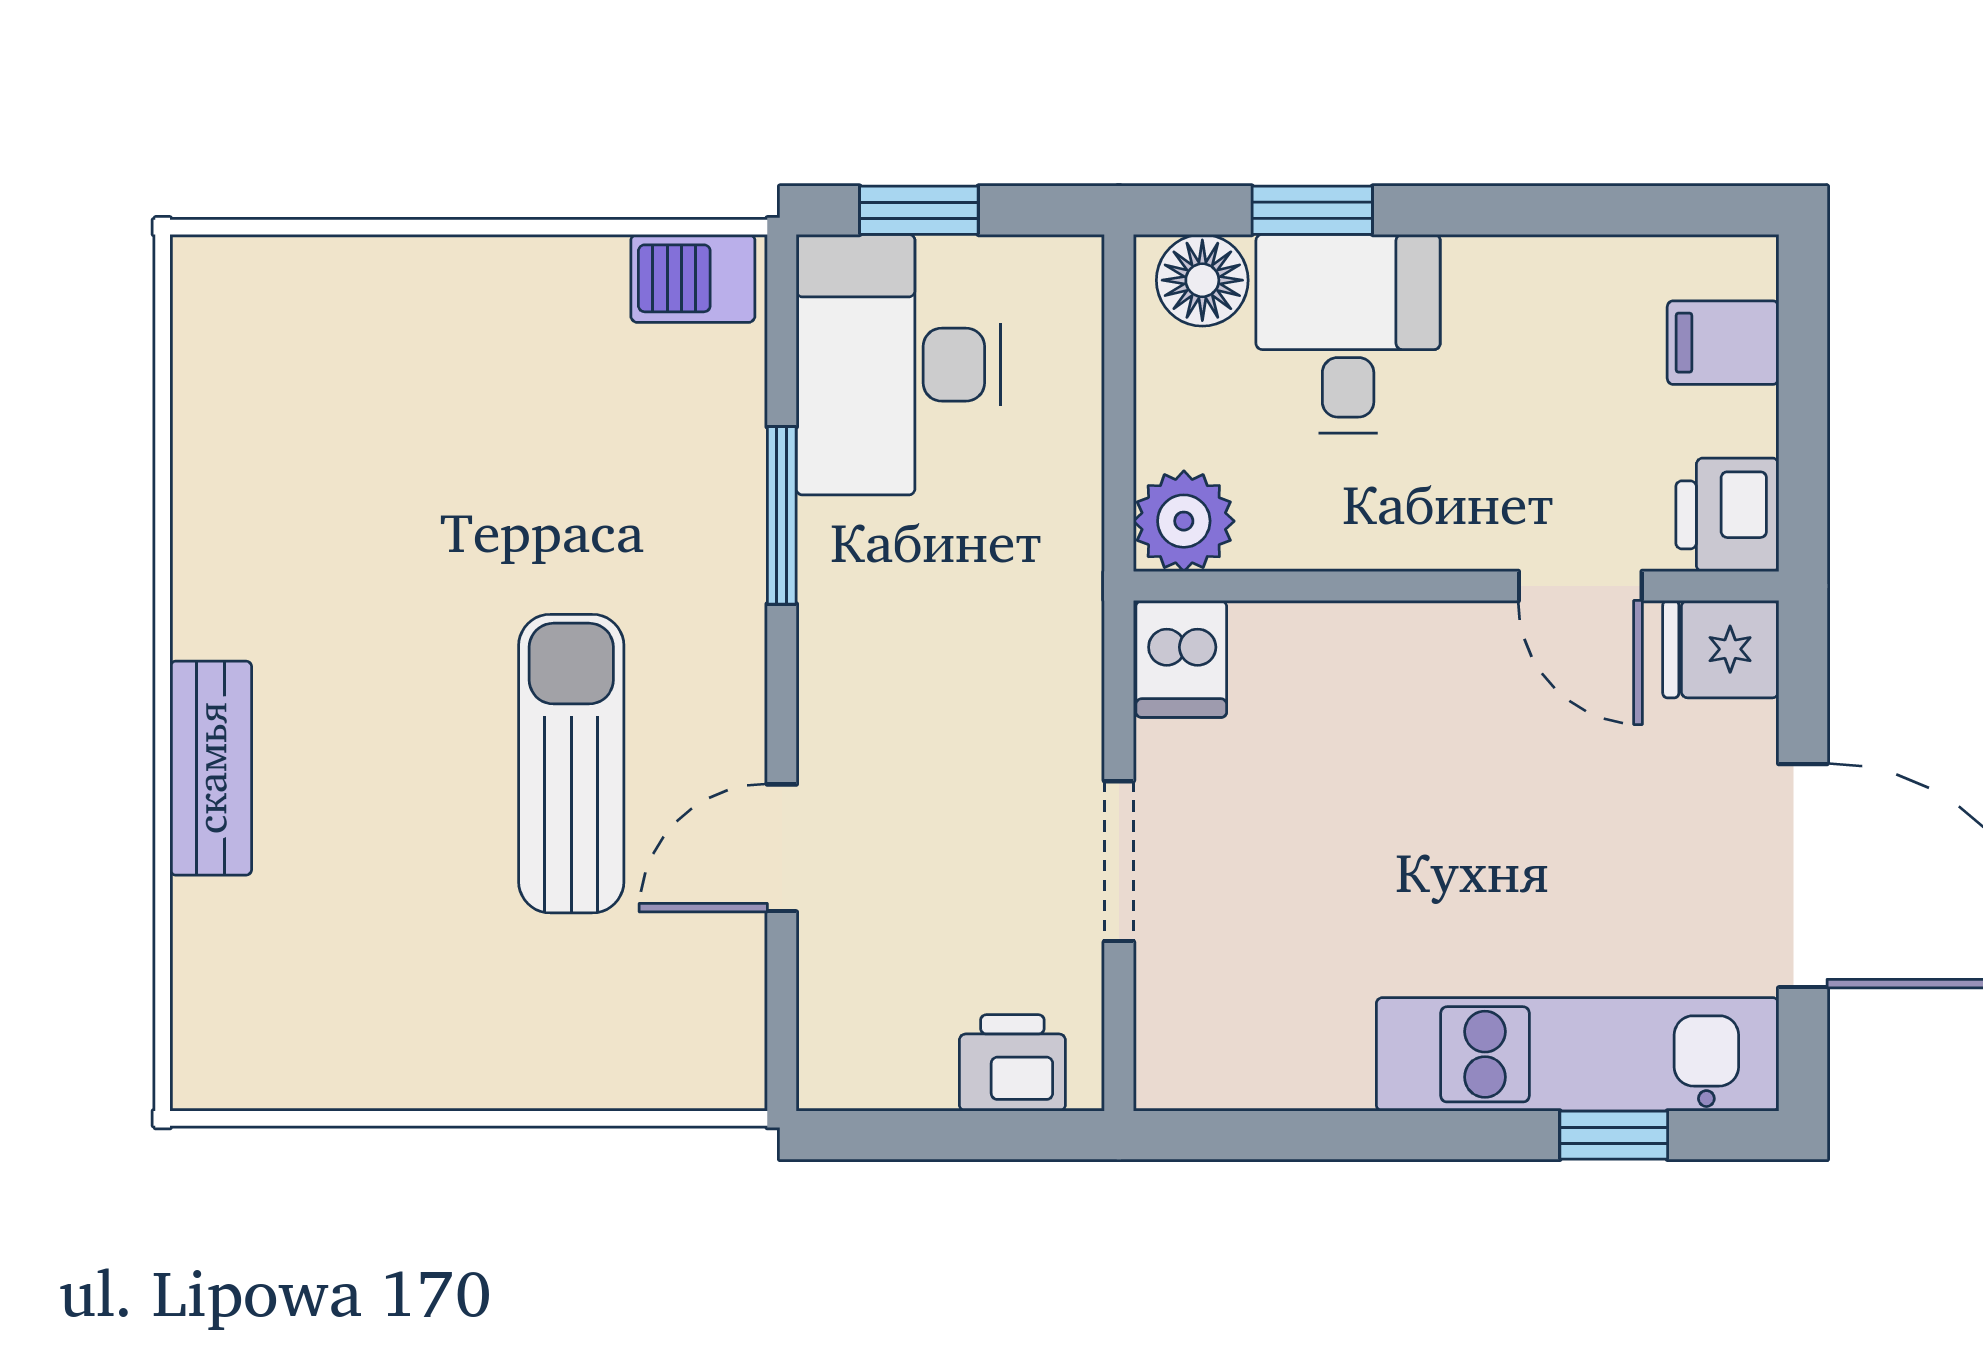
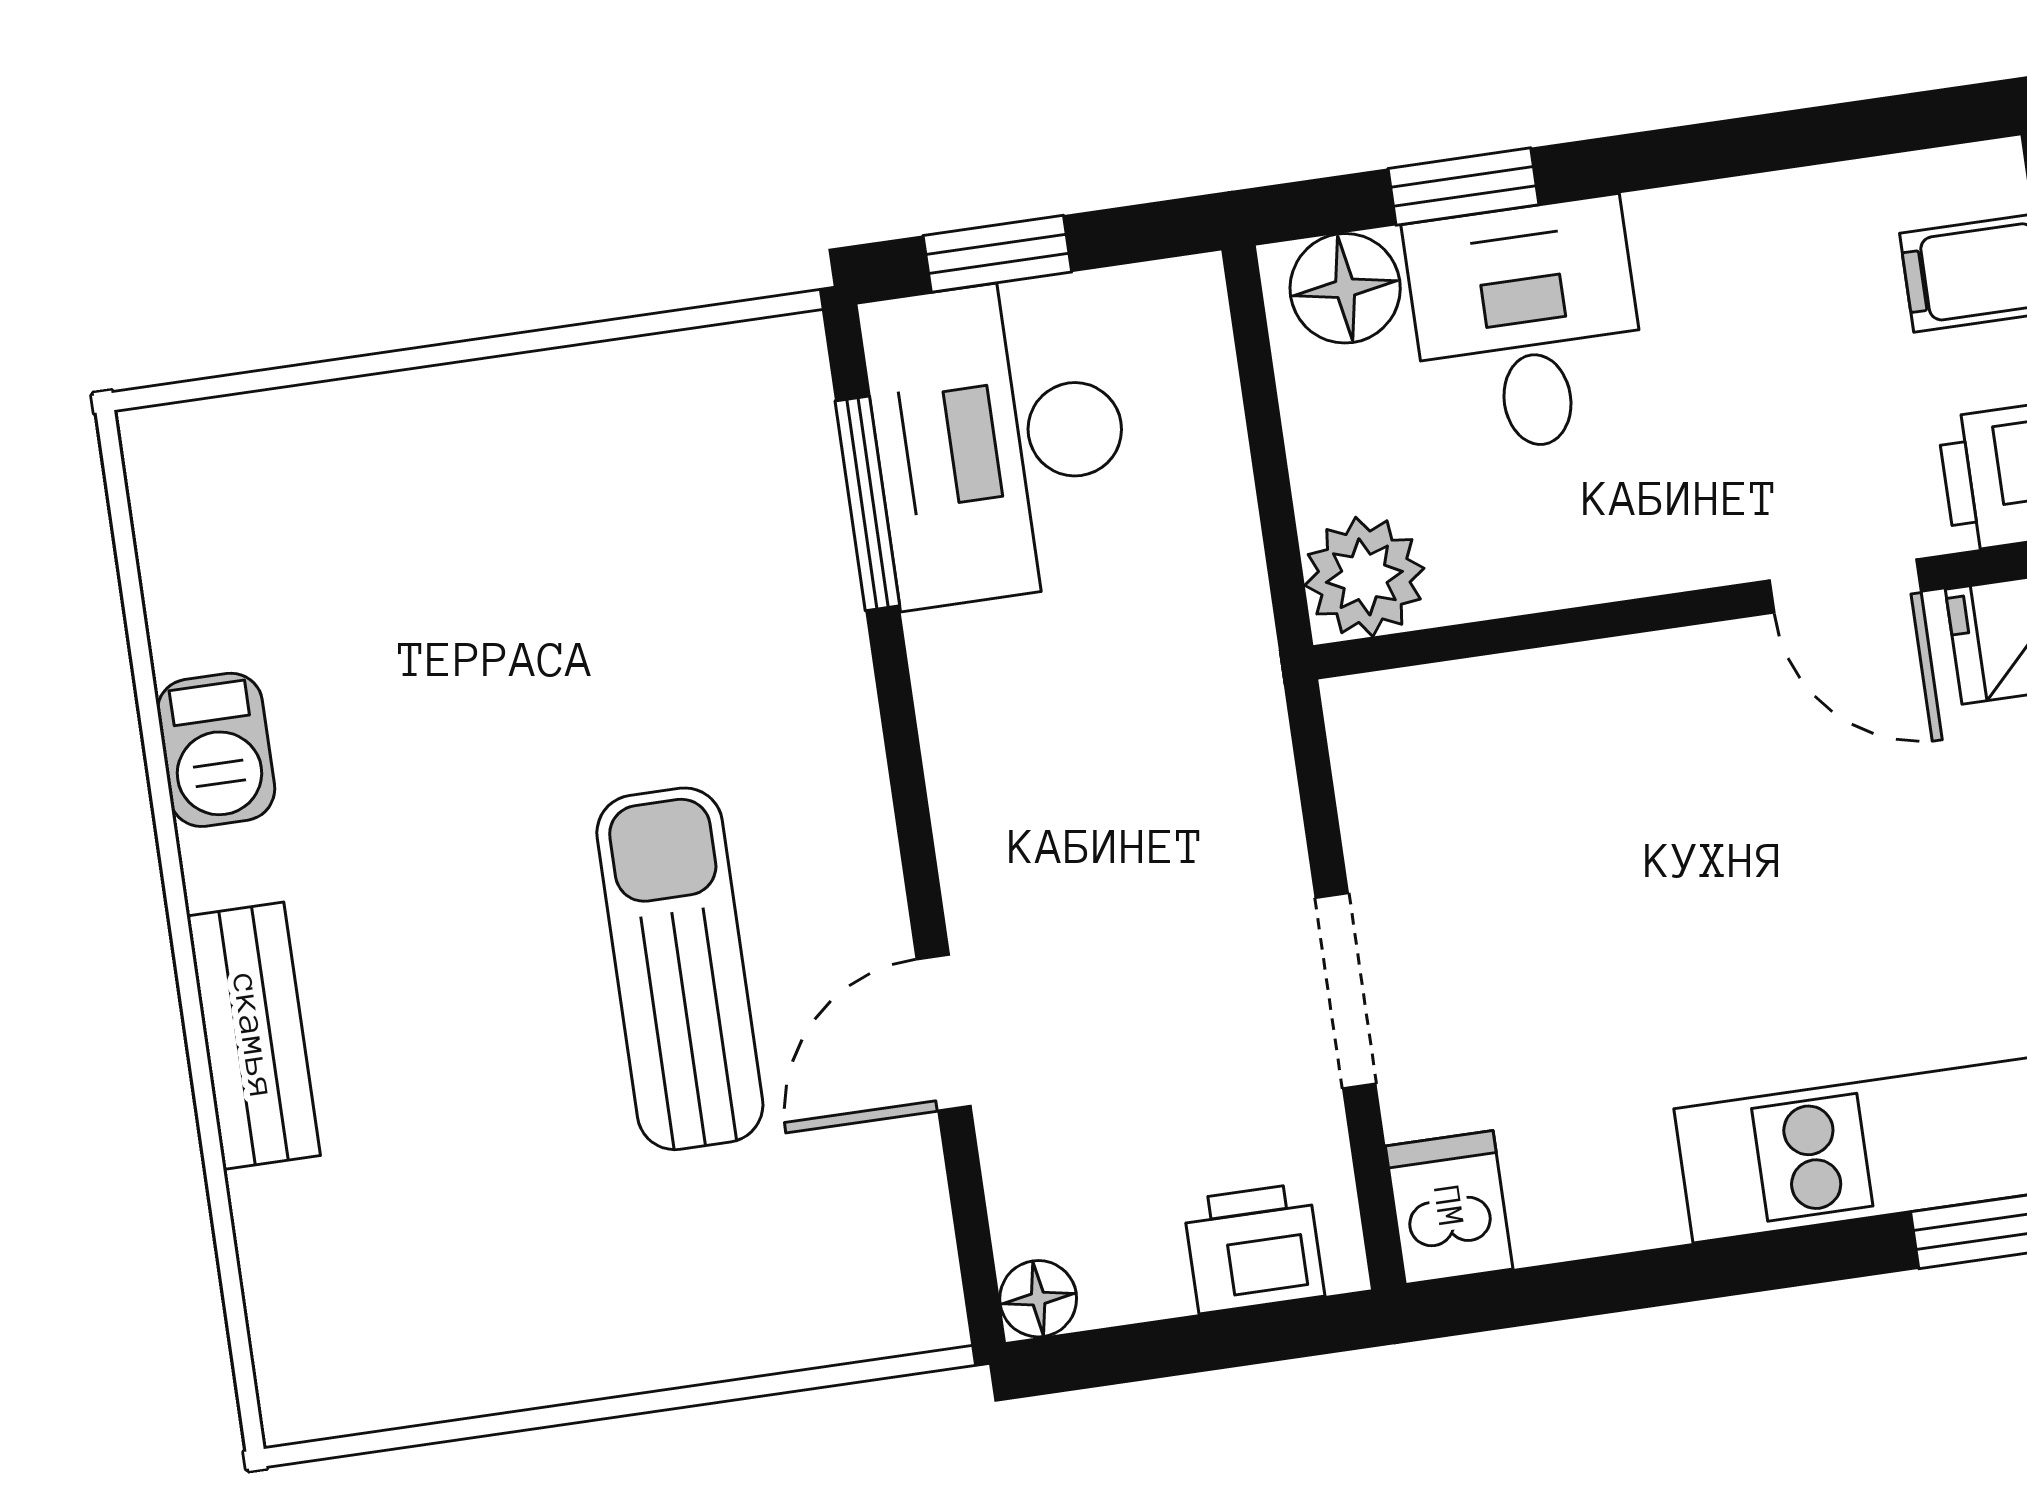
barbecue: (693, 278) -> (216, 750), moved, turned -90
window: (782, 515) -> (867, 503), moved
dishwasher: (1181, 659) -> (1449, 1207), moved, turned 180
floor lamp: (828, 1079) -> (1038, 1299), added

